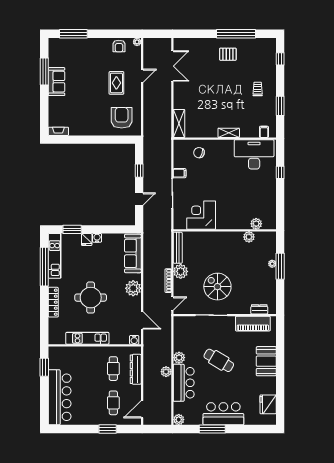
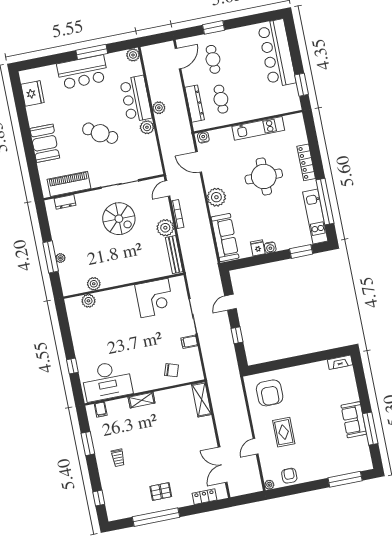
locker: (193, 43) -> (204, 497), added
fridge: (87, 240) -> (258, 248), moved

